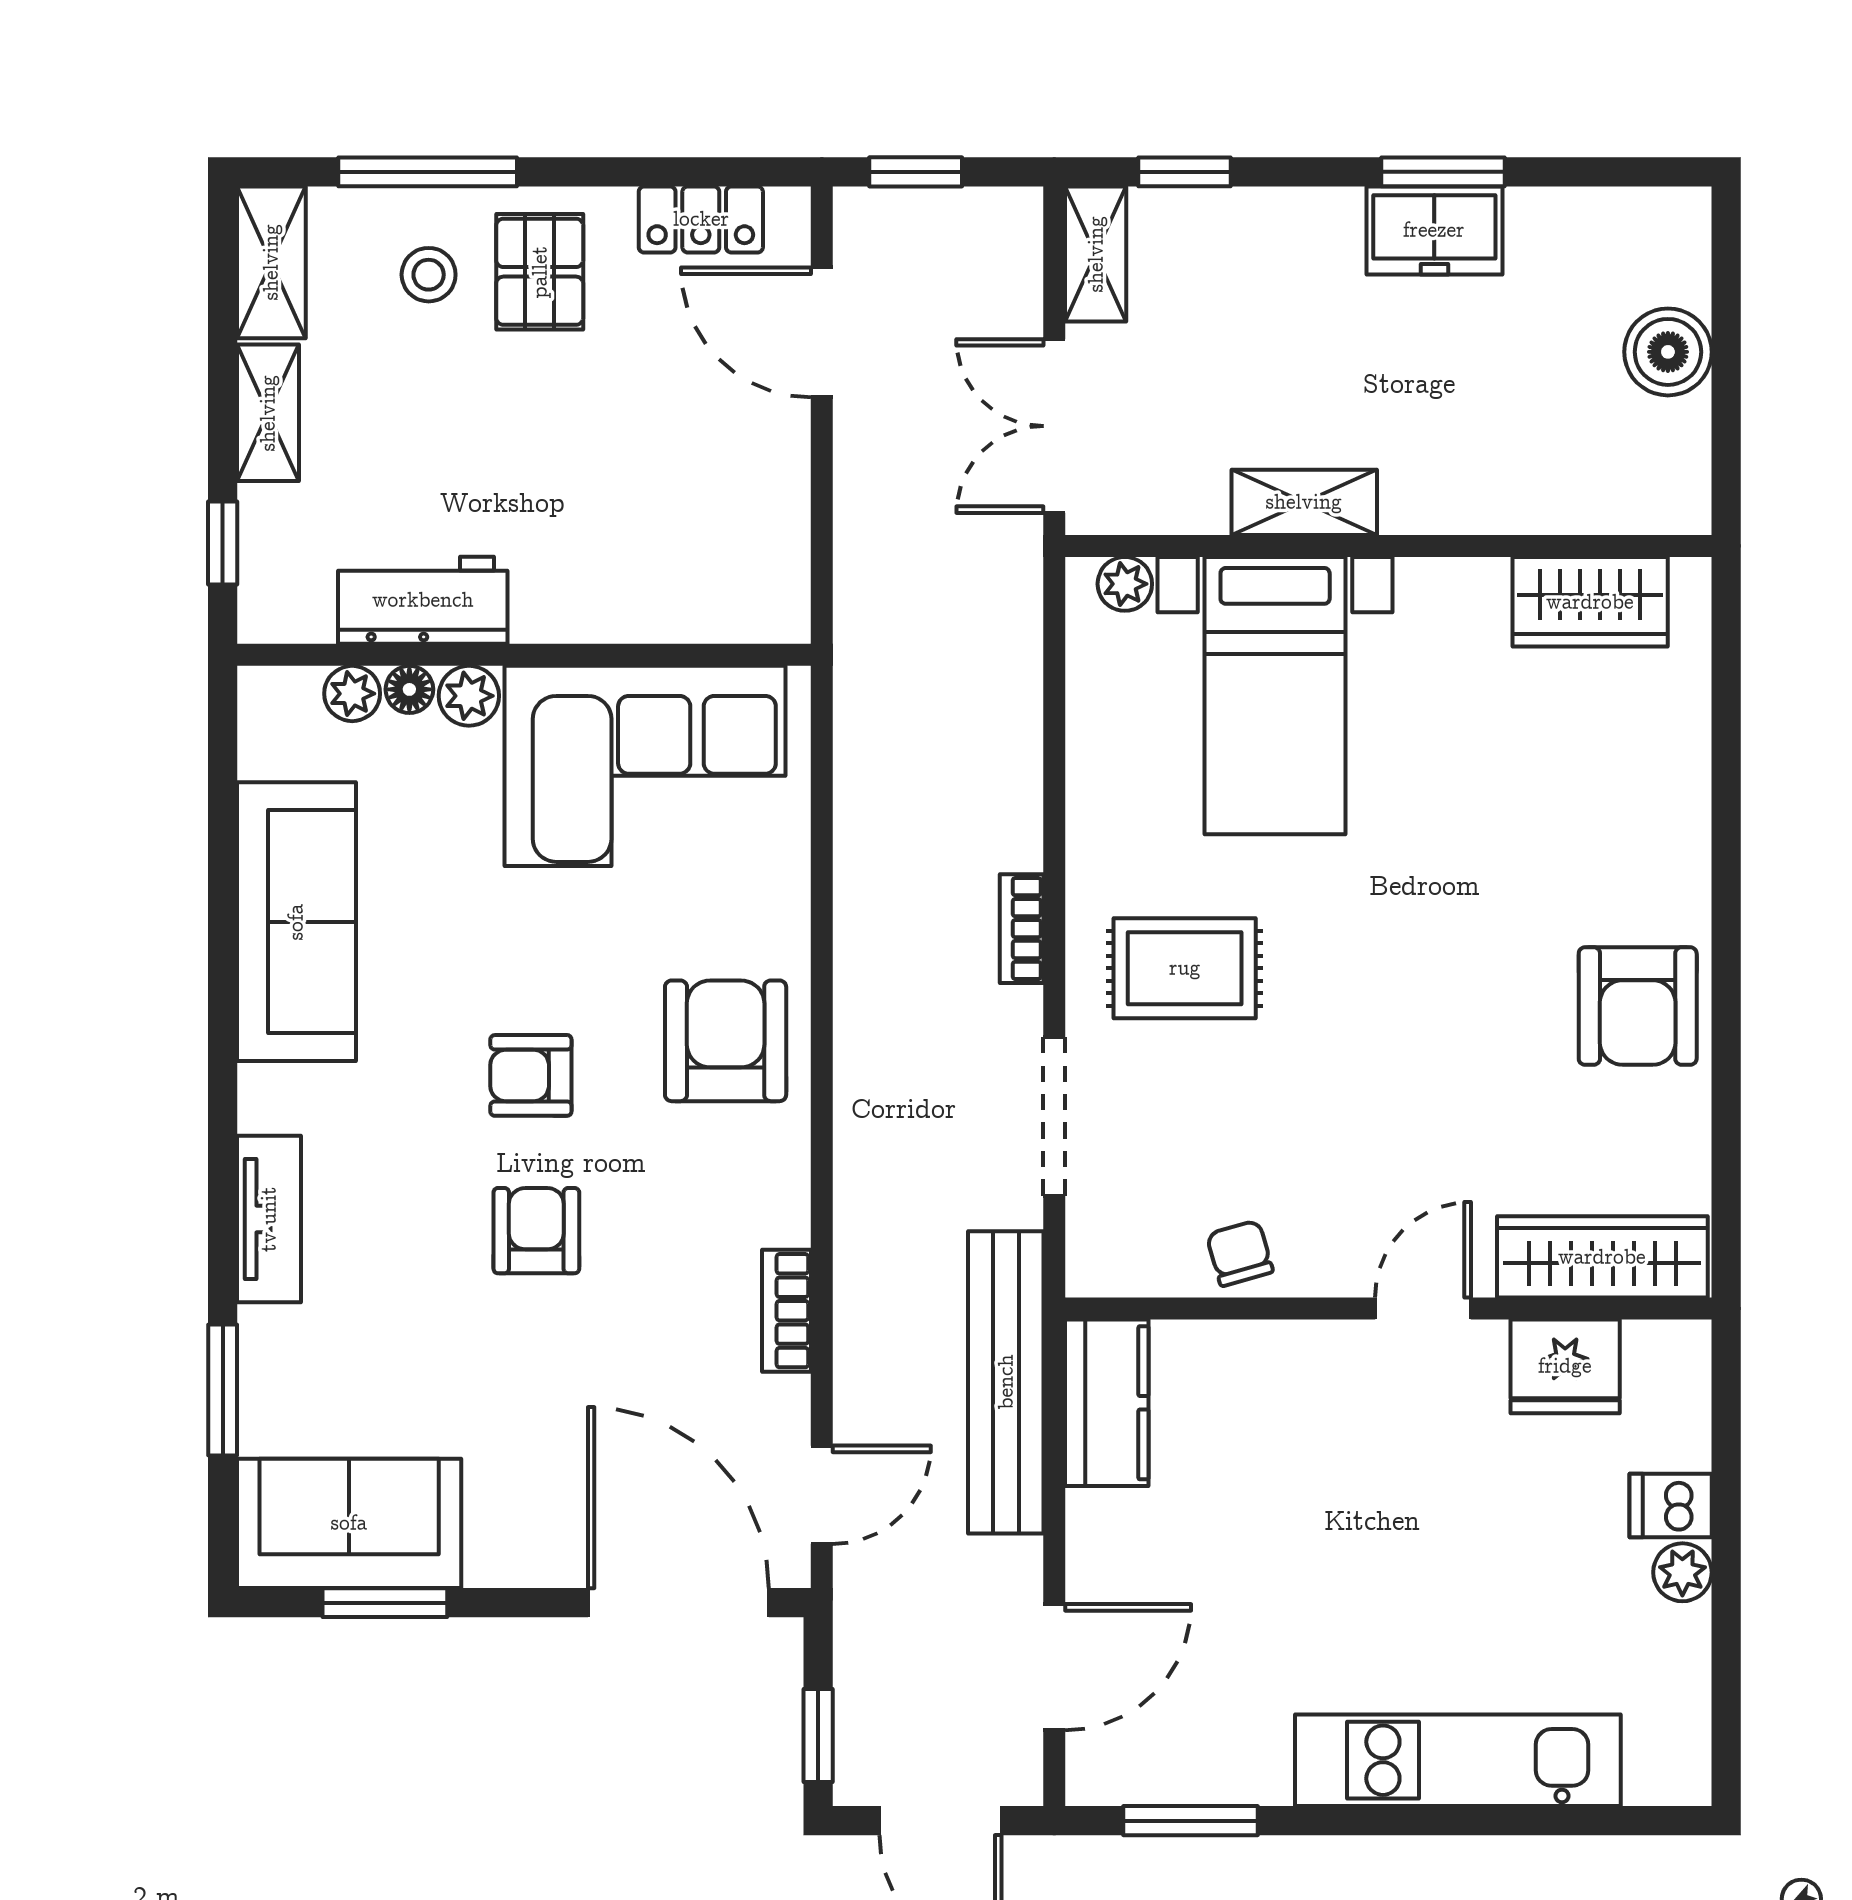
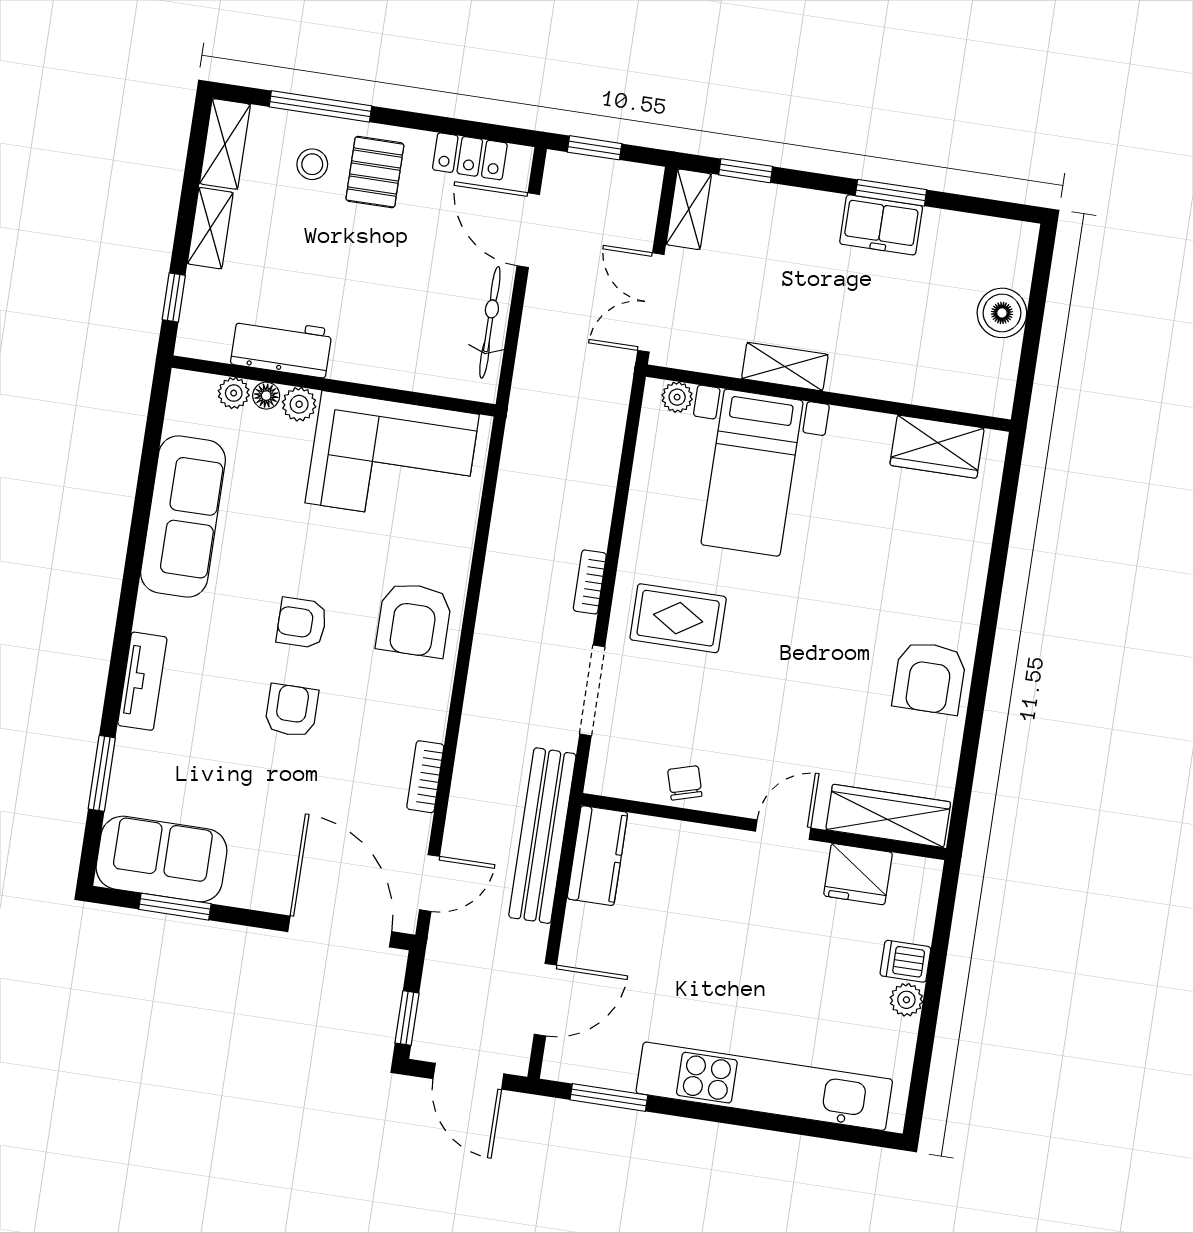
bicycle: (779, 503) -> (490, 322), added
armchair: (726, 1041) -> (414, 620), turned 180
kitchen unit: (1458, 1760) -> (764, 1086), width x1.36

